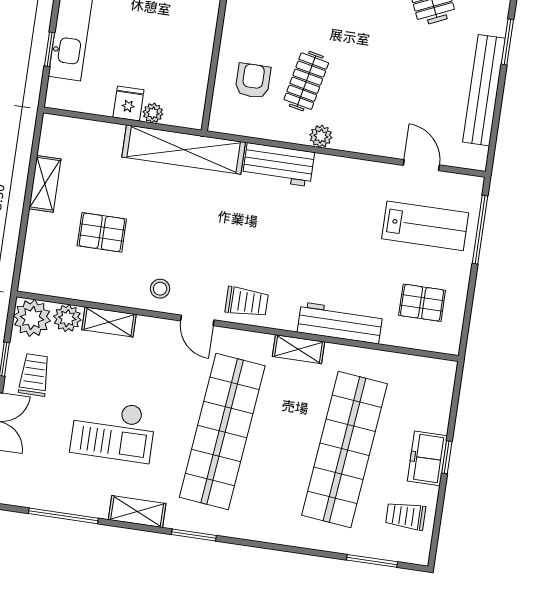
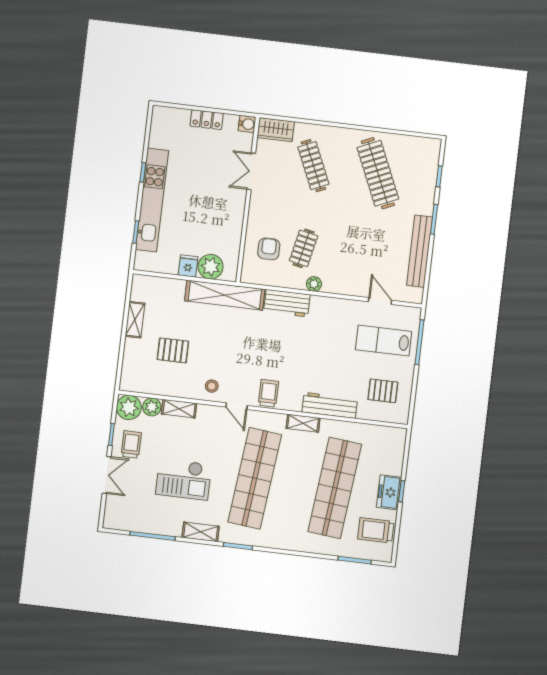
plant: (153, 113) -> (211, 267), width x1.88, depth x1.88
lab bench: (425, 226) -> (384, 341), turned 180
trolley: (247, 302) -> (268, 393), turned -90
trolley: (406, 516) -> (376, 530), width x1.36, depth x1.39

